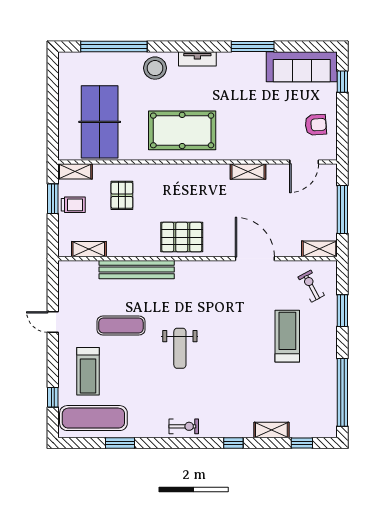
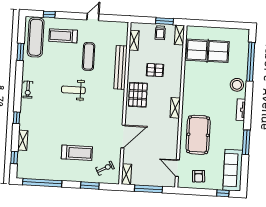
pool table: (182, 130) -> (198, 135), moved
shelving: (248, 172) -> (175, 108), moved
pallet: (122, 195) -> (155, 70), moved

